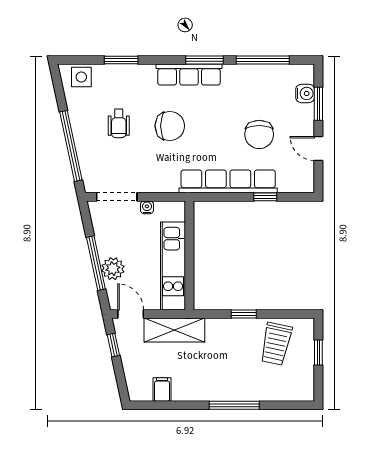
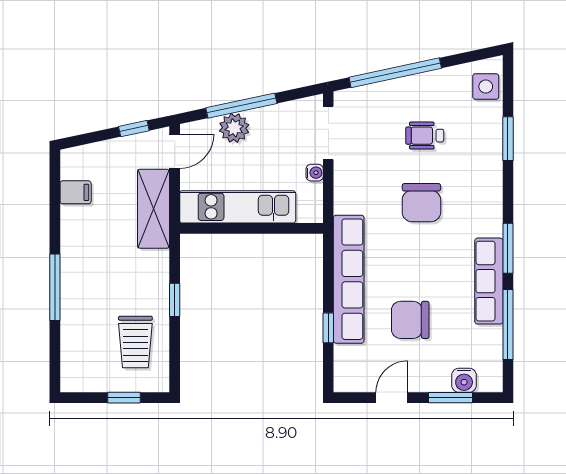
row of seats: (189, 75) -> (489, 281), moved
trolley: (276, 344) -> (135, 342), turned -102

